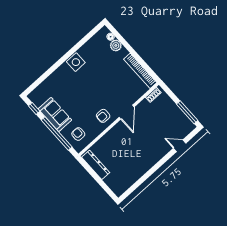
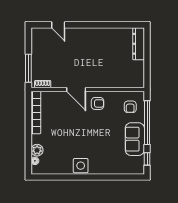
door: (127, 112) -> (76, 90), swing flipped
window: (187, 112) -> (28, 68), moved
dresser: (96, 165) -> (139, 44), moved

